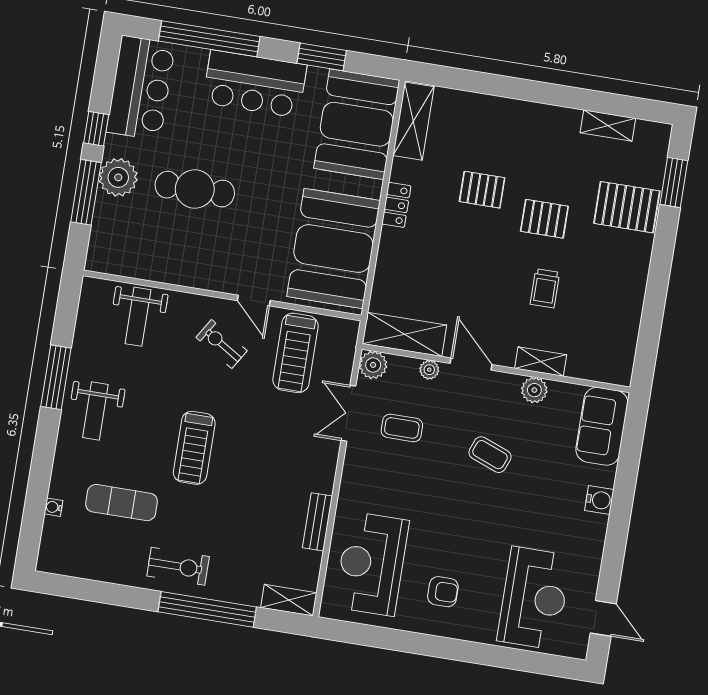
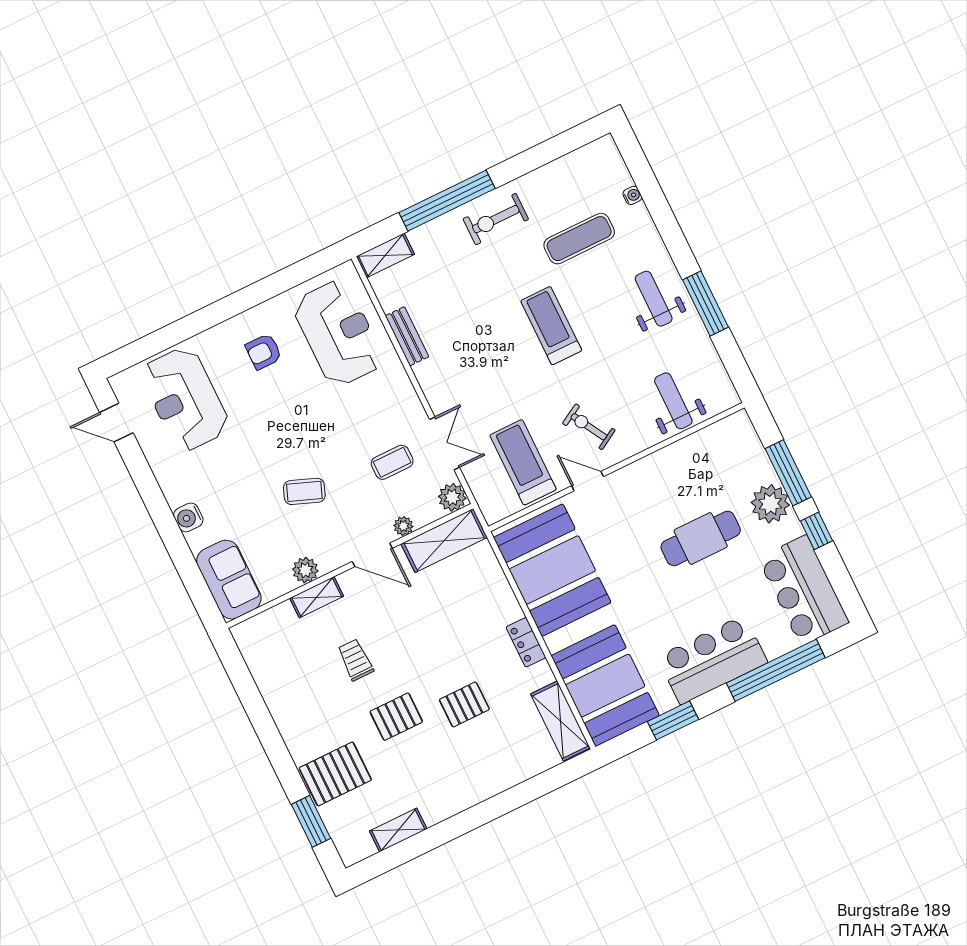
exercise bike: (222, 344) -> (589, 427), turned -152

